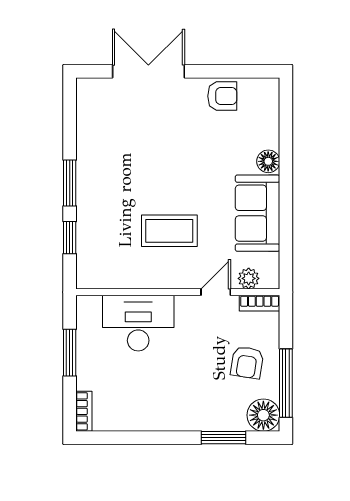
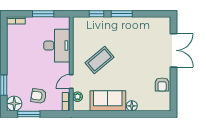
coffee table: (169, 231) -> (100, 60), turned 50
door: (216, 292) -> (71, 81), swing flipped
window: (286, 383) -> (29, 114), width x0.69

